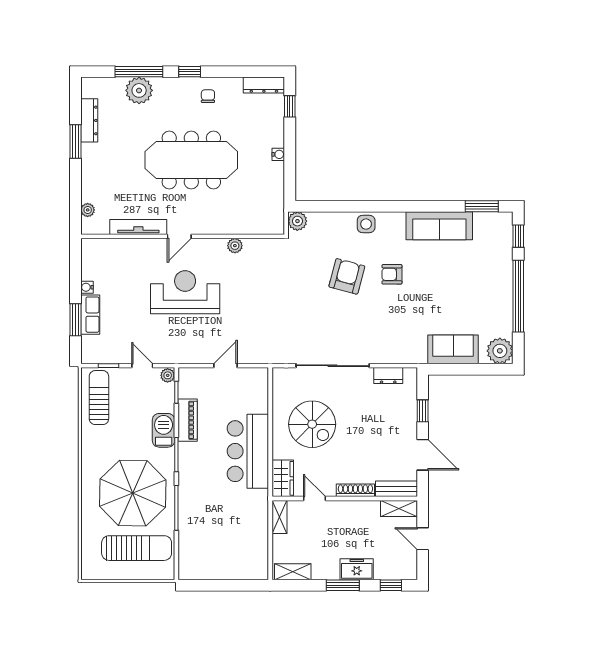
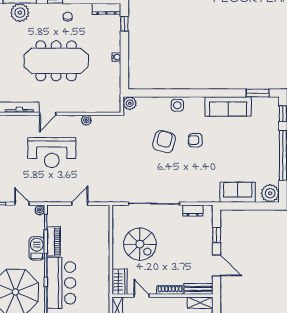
reception desk: (185, 292) -> (52, 153), turned 180
bar counter: (248, 451) -> (61, 283), moved, turned 180

